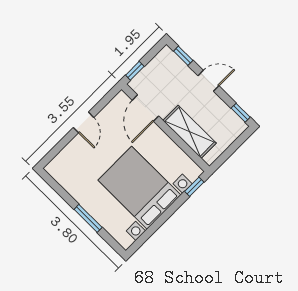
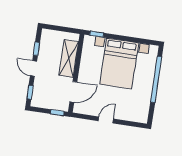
window: (241, 113) -> (36, 49), moved
window: (88, 218) -> (156, 79), width x2.11

